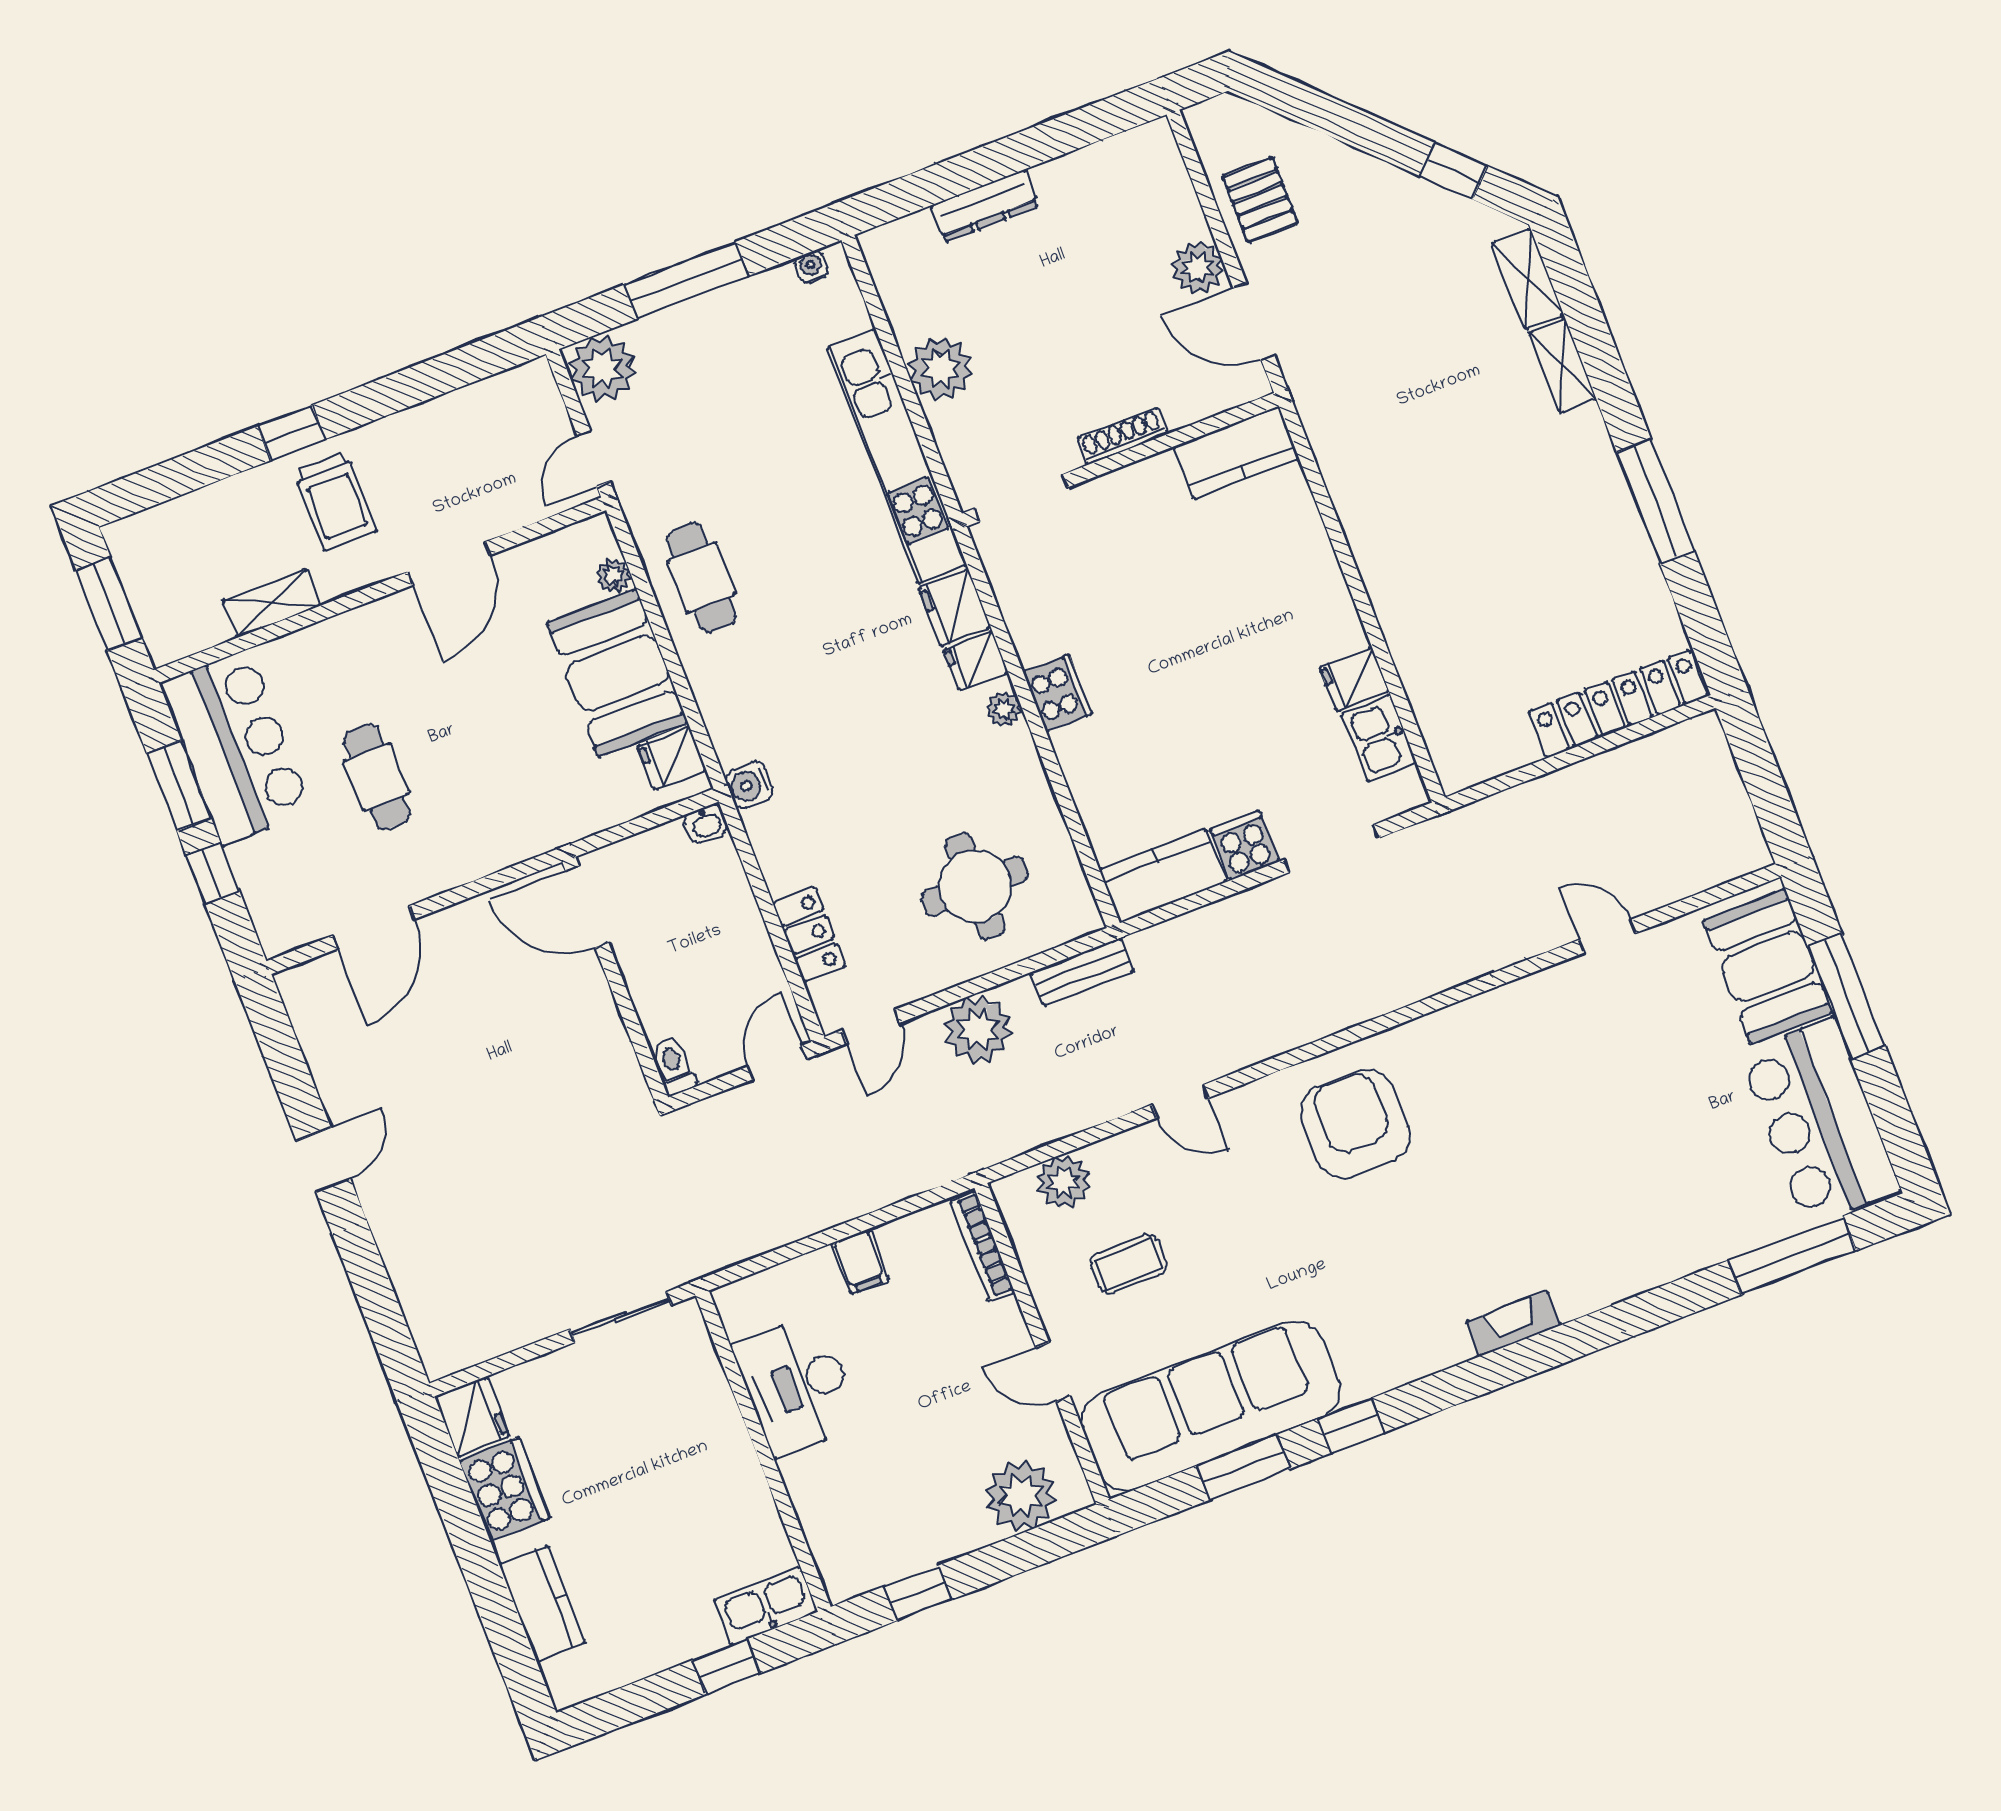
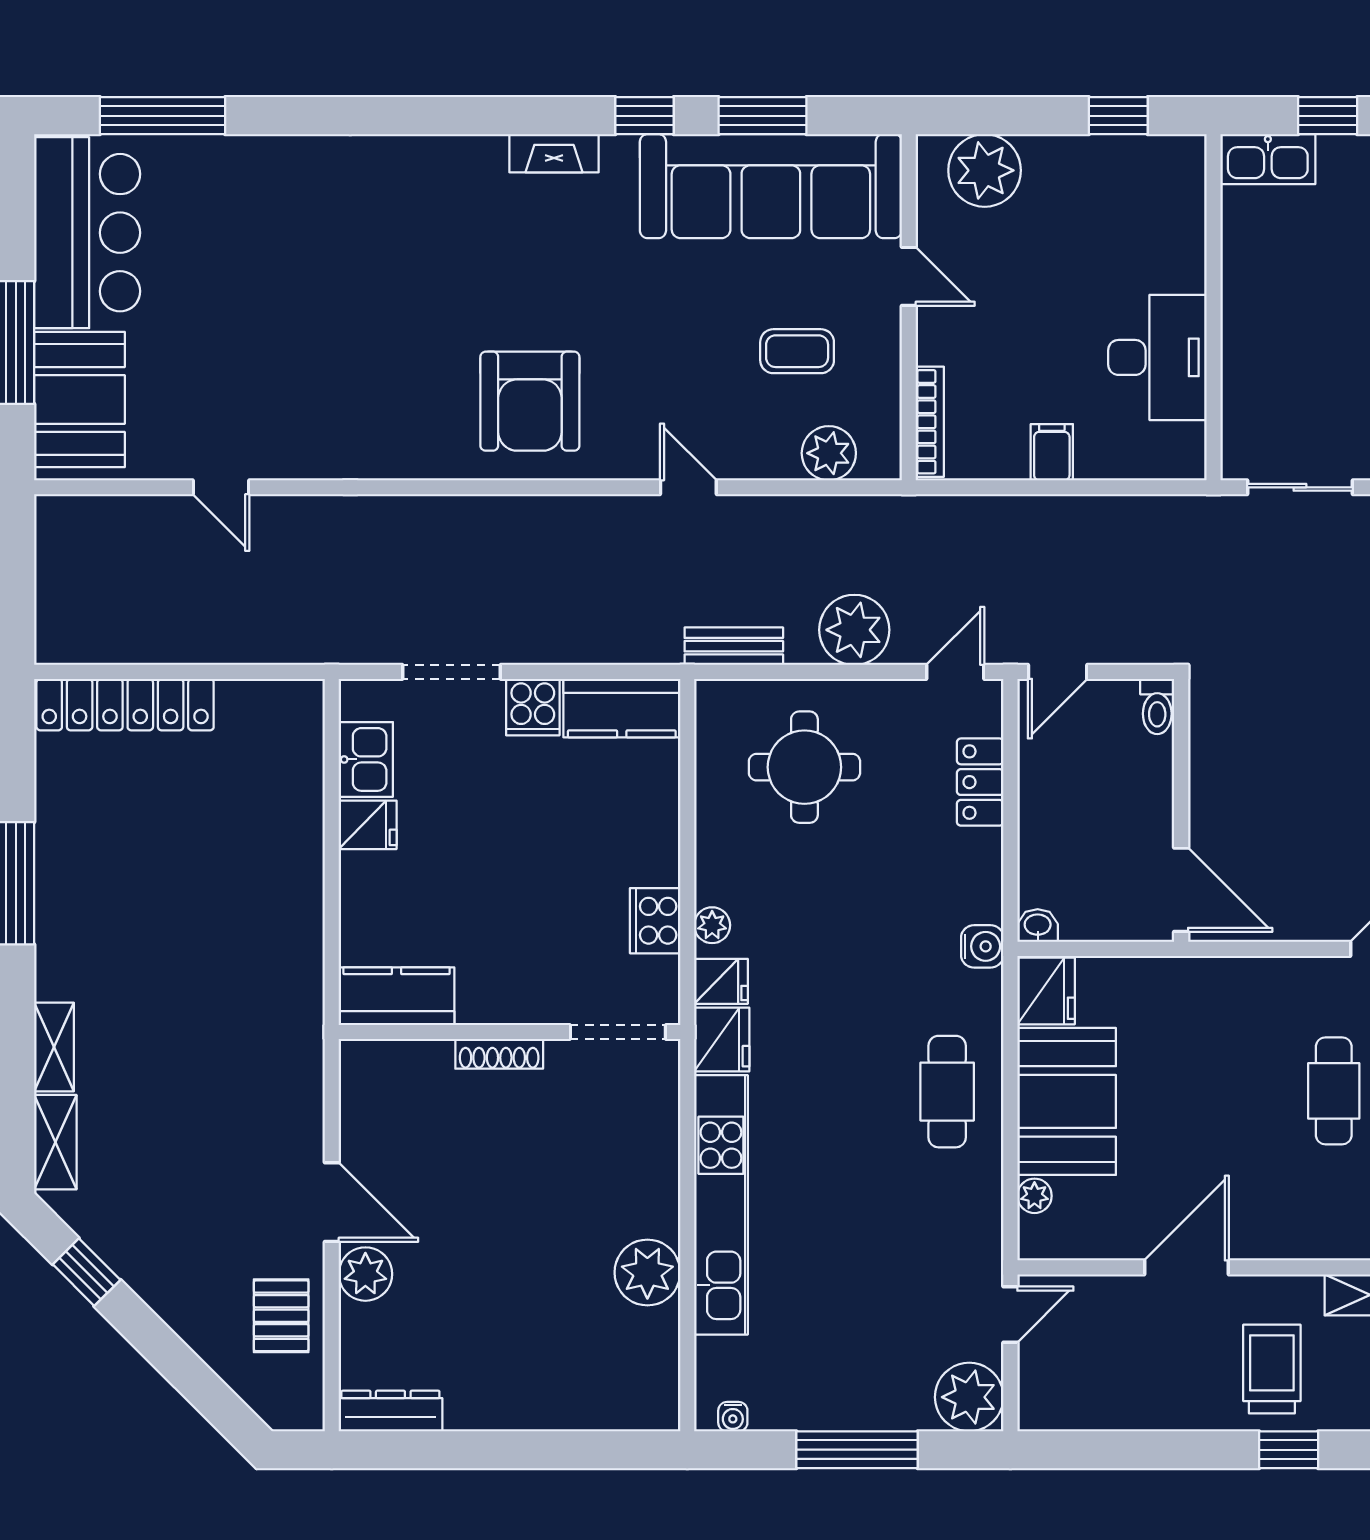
dresser: (985, 206) -> (390, 1411), moved
shoe rack: (1122, 436) -> (499, 1054), moved
kitchen counter: (1236, 453) -> (396, 996), moved
wall: (1120, 460) -> (510, 1032), moved
doorway: (1021, 498) -> (618, 1032), moved
cafe table: (701, 578) -> (947, 1092), moved
fridge: (672, 758) -> (1046, 991), width x1.38
fireplace: (1513, 1324) -> (554, 153), moved

